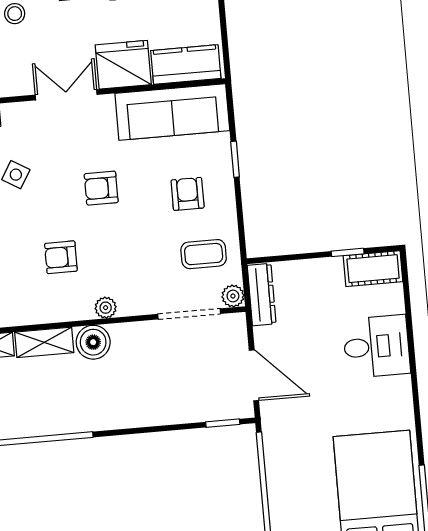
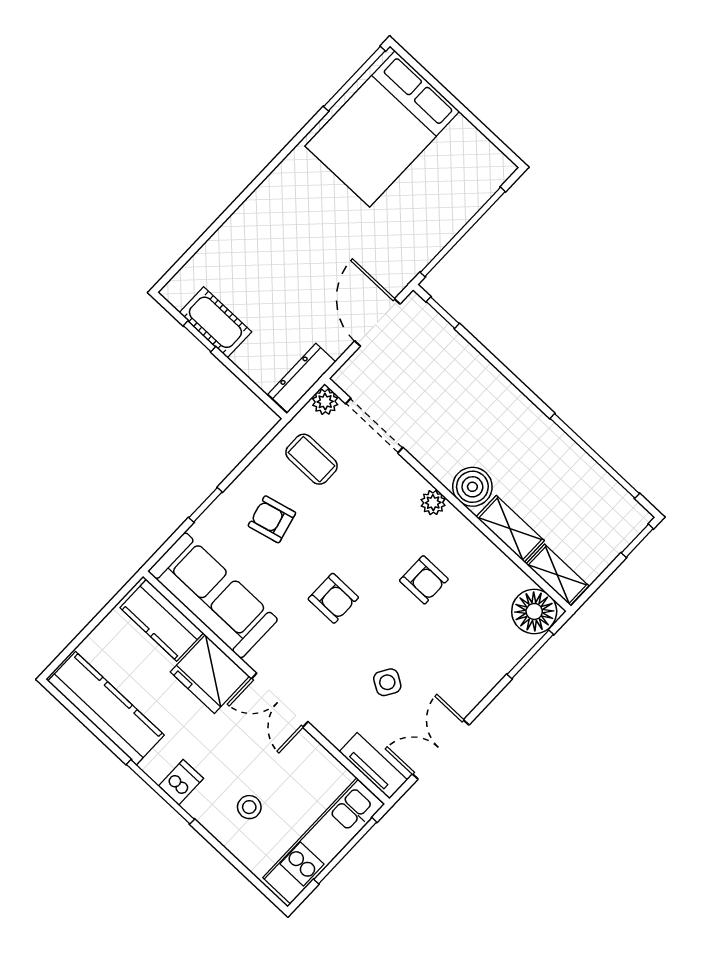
armchair: (188, 194) -> (272, 519), turned 76
cot: (373, 269) -> (215, 322), moved
desk: (376, 346) -> (258, 239), removed

